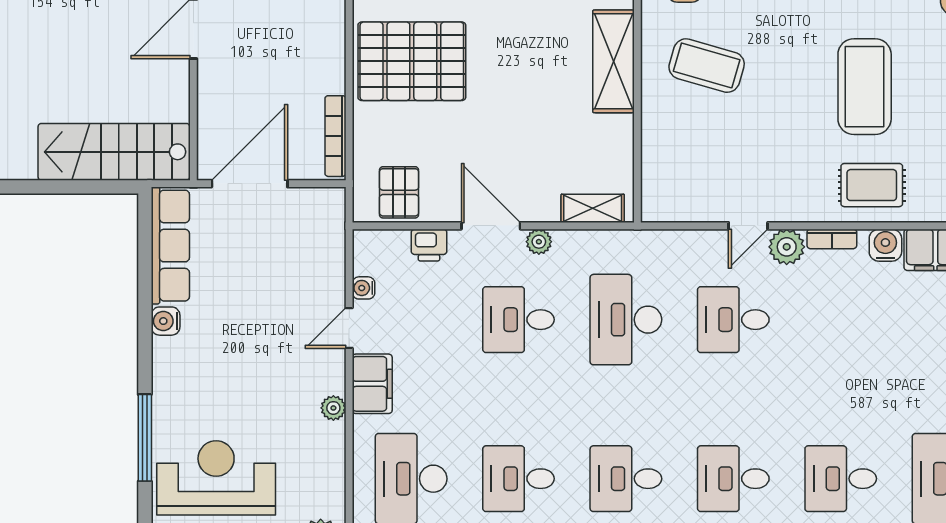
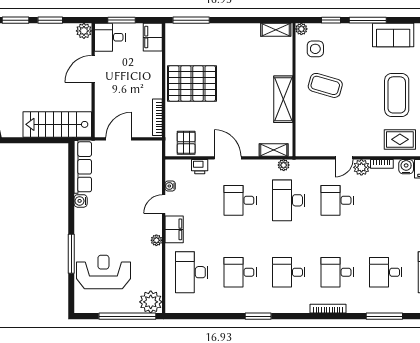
shelving: (614, 61) -> (283, 99), moved
door: (250, 184) -> (119, 139), width x0.73
plant: (539, 242) -> (284, 165), moved

